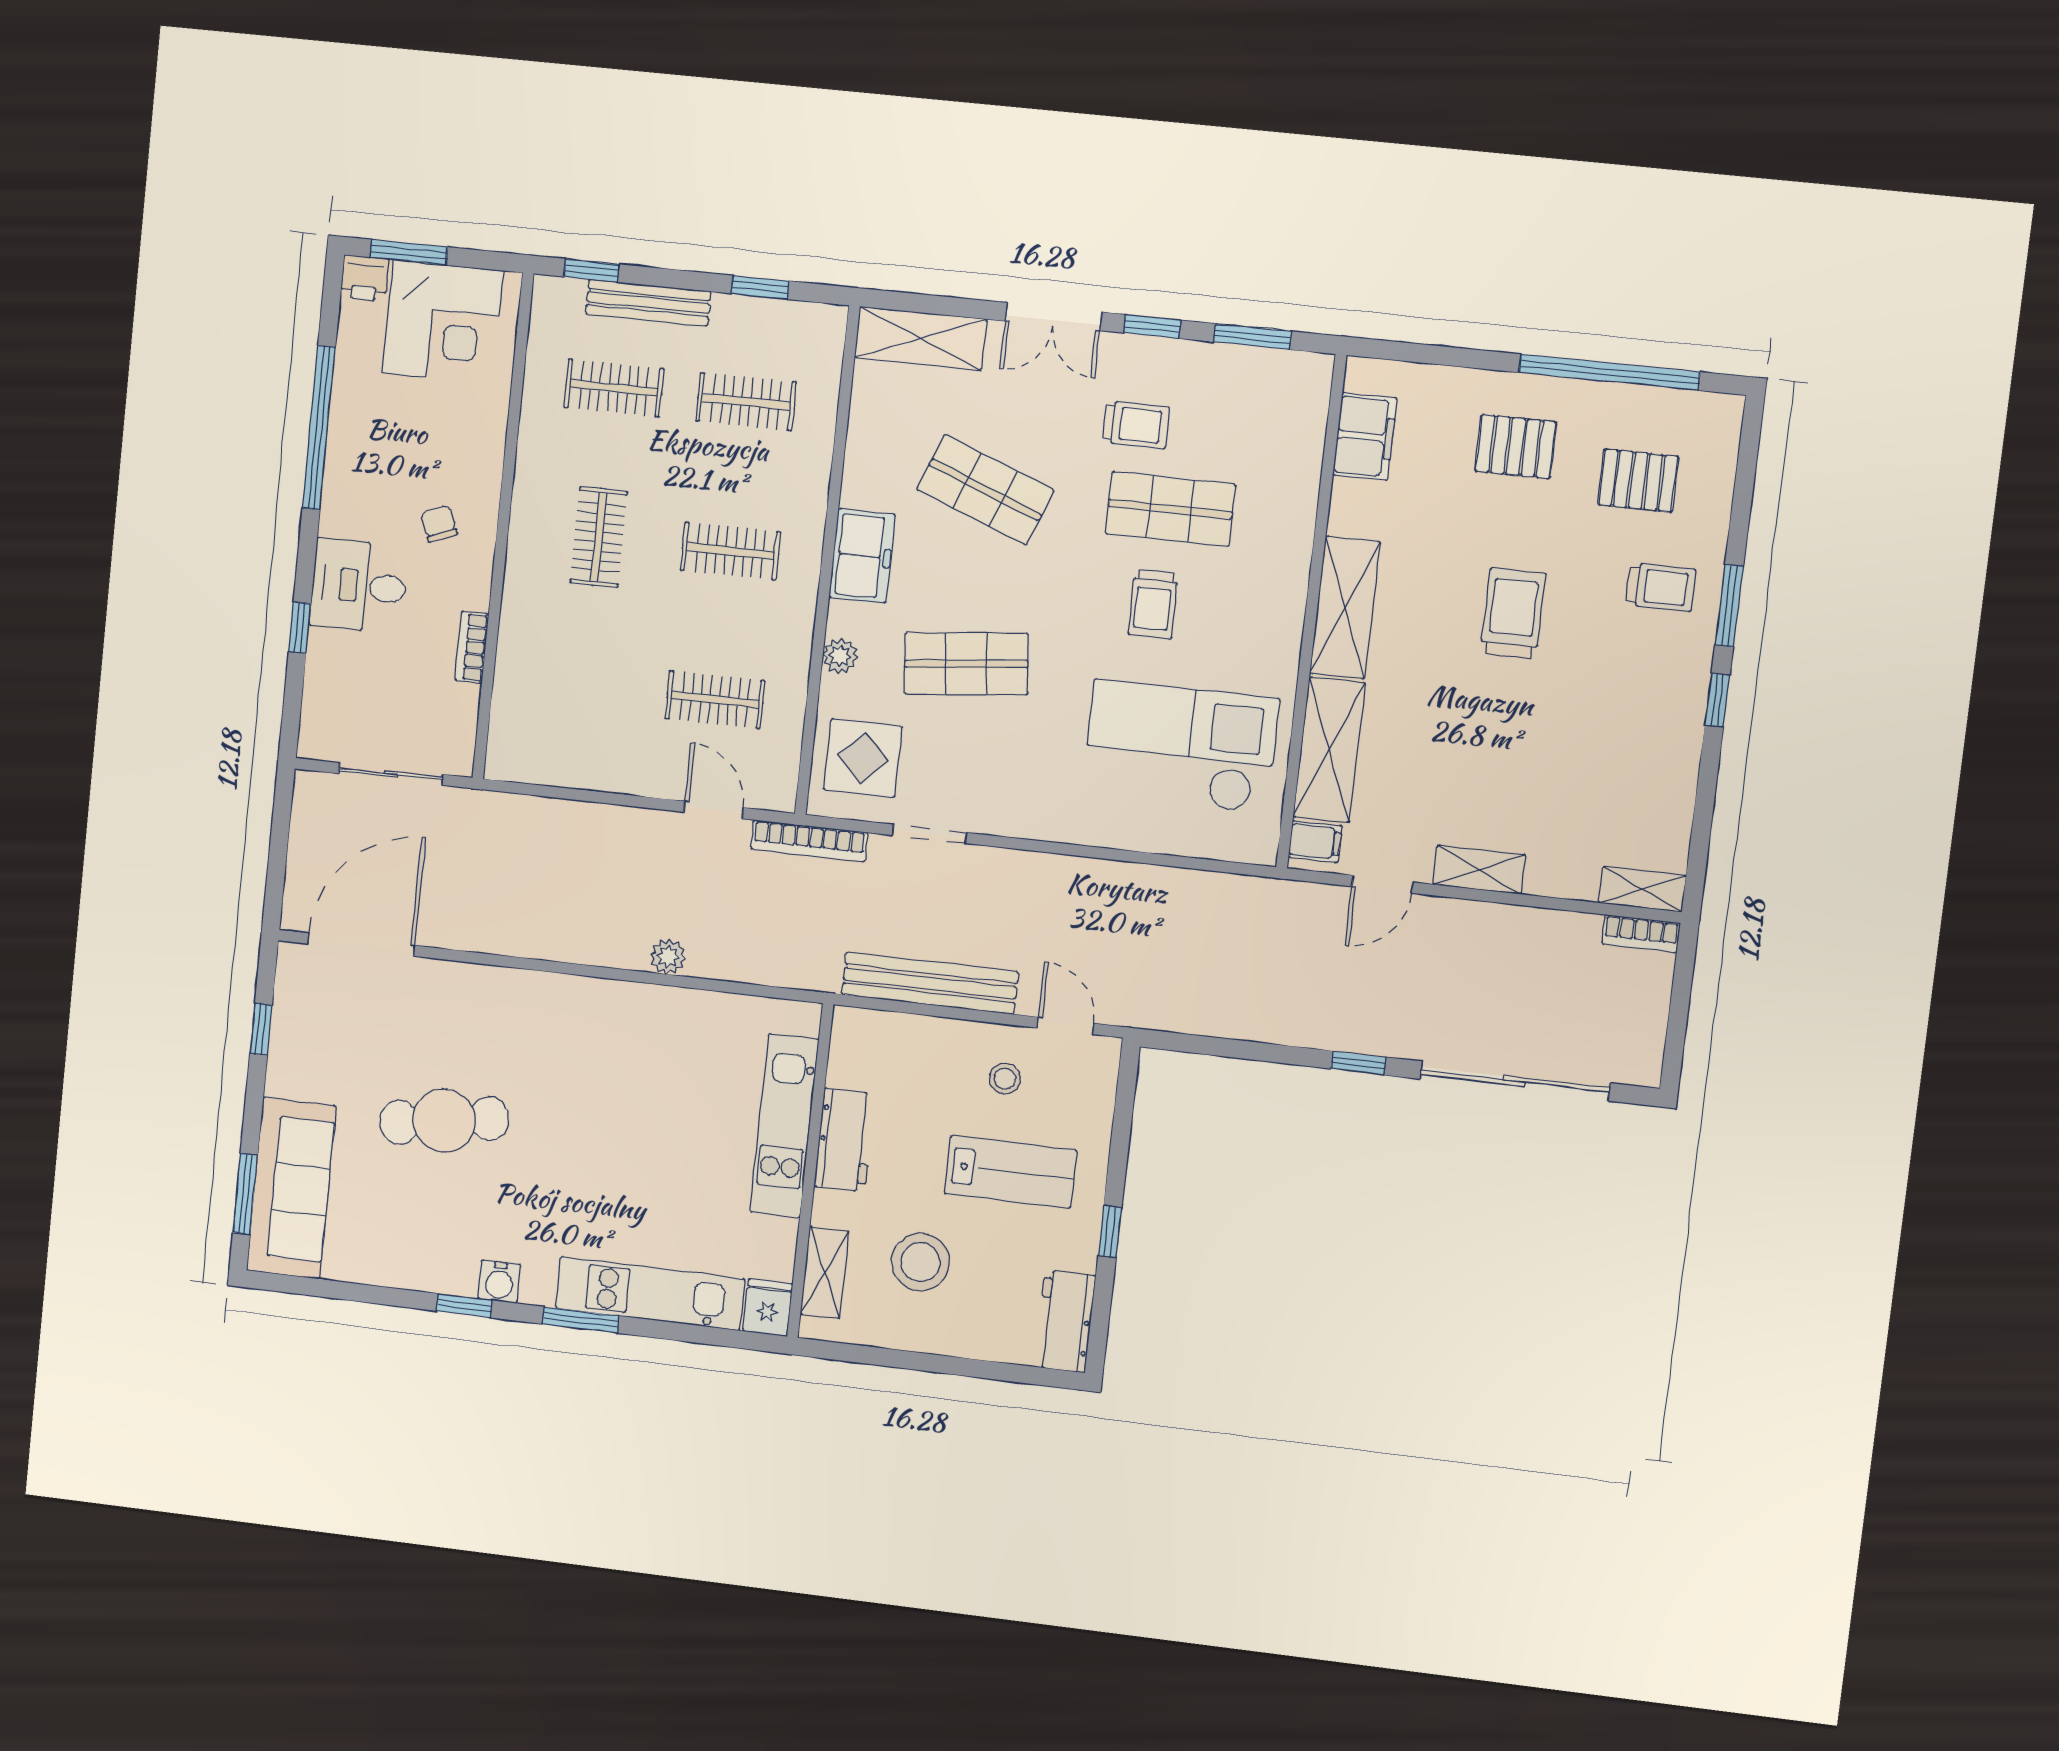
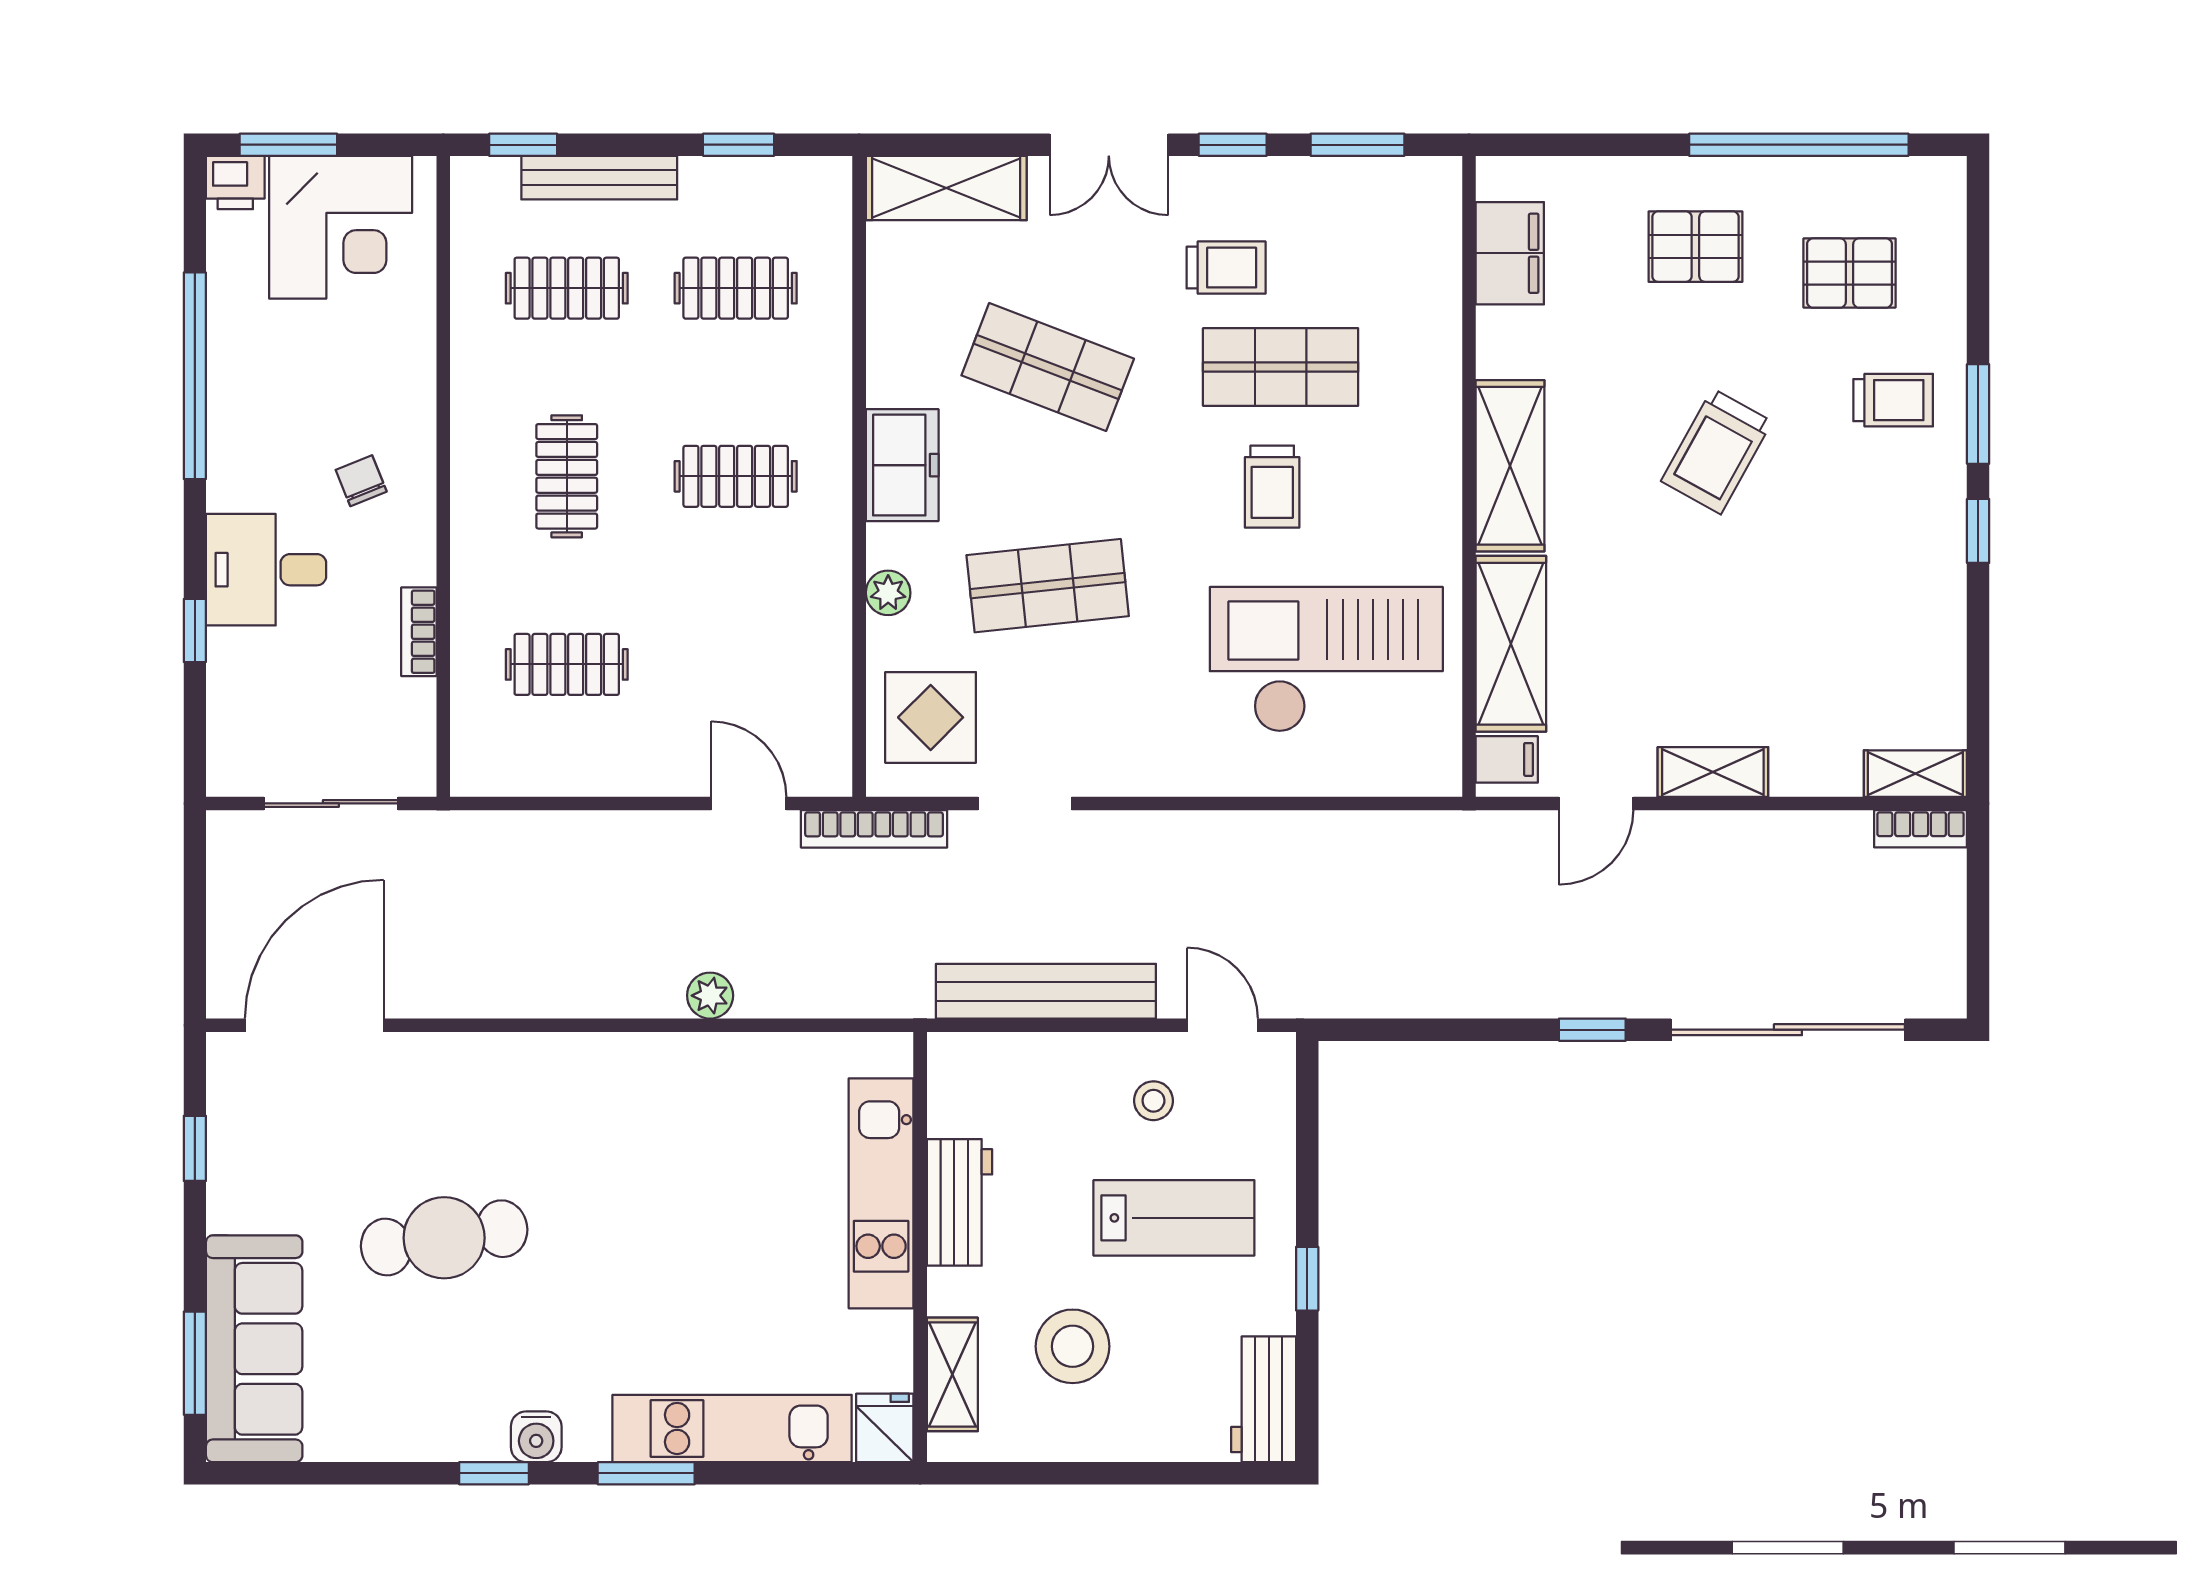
trolley: (1513, 613) -> (1717, 451), turned -151
clothes rail: (715, 700) -> (567, 664), moved

